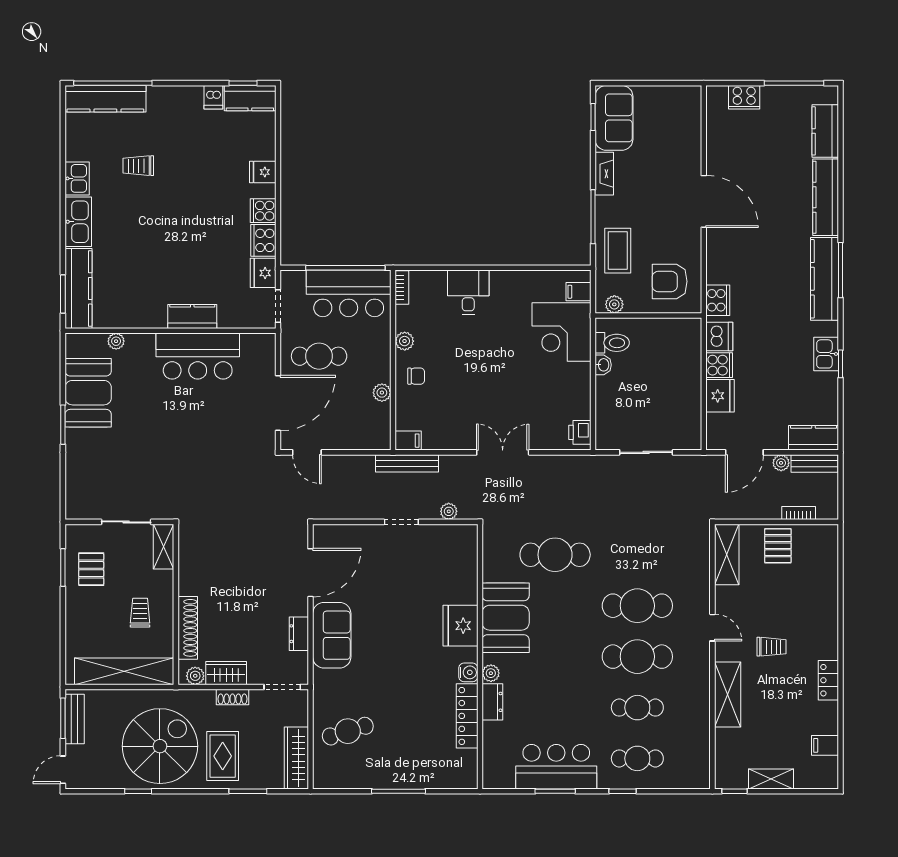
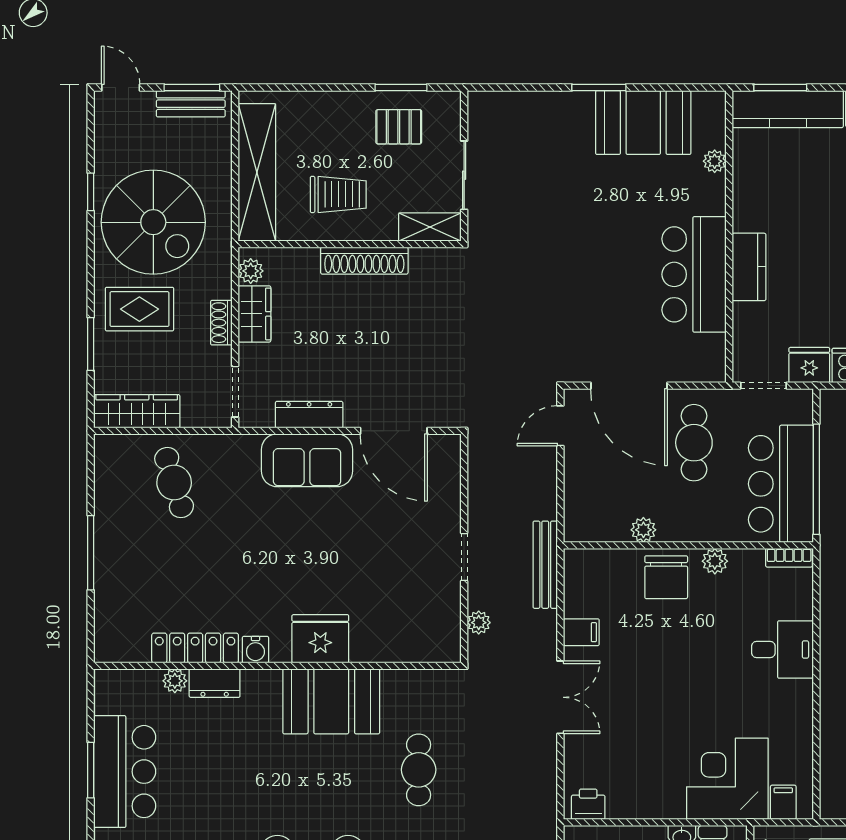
chair: (416, 376) -> (666, 577), width x1.87, depth x1.87
filing cabinet: (408, 441) -> (581, 632), moved, turned -90
cafe table: (555, 555) -> (419, 770), width x0.73, depth x0.74
trolley: (140, 613) -> (338, 194), width x1.36, depth x1.39
shoe rack: (188, 628) -> (364, 261), moved
dresser: (299, 634) -> (309, 415), width x1.44
plant: (491, 673) -> (175, 681), moved

